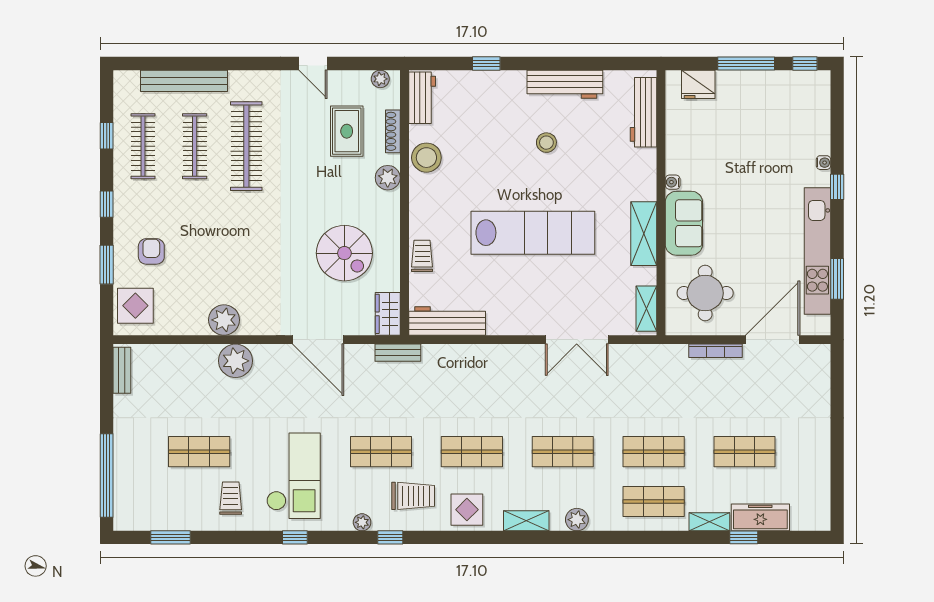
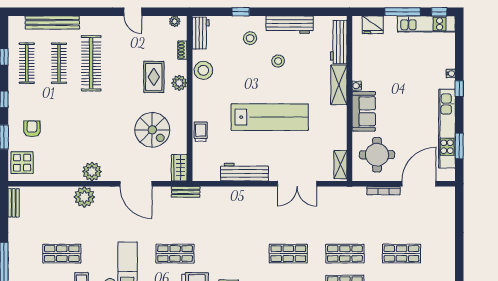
kitchen unit: (784, 83) -> (426, 24), added
stool: (501, 106) -> (250, 38), added
rug: (347, 131) -> (154, 77), moved
shoe rack: (393, 131) -> (182, 50), width x0.70
shelving: (644, 234) -> (339, 85), moved
plant: (224, 320) -> (92, 171), moved
workbench: (447, 321) -> (245, 172), moved
shop shelf: (472, 452) -> (232, 254), removed

